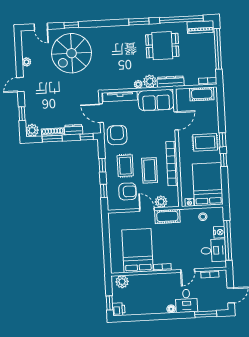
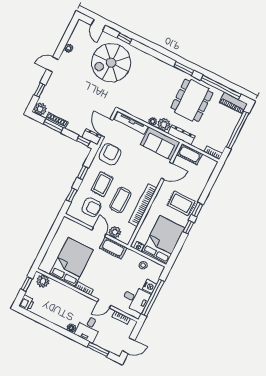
dining table: (162, 46) -> (192, 100), width x1.37
cot: (202, 94) -> (190, 154), moved
dresser: (74, 130) -> (92, 137), moved
window: (110, 303) -> (27, 284), moved

